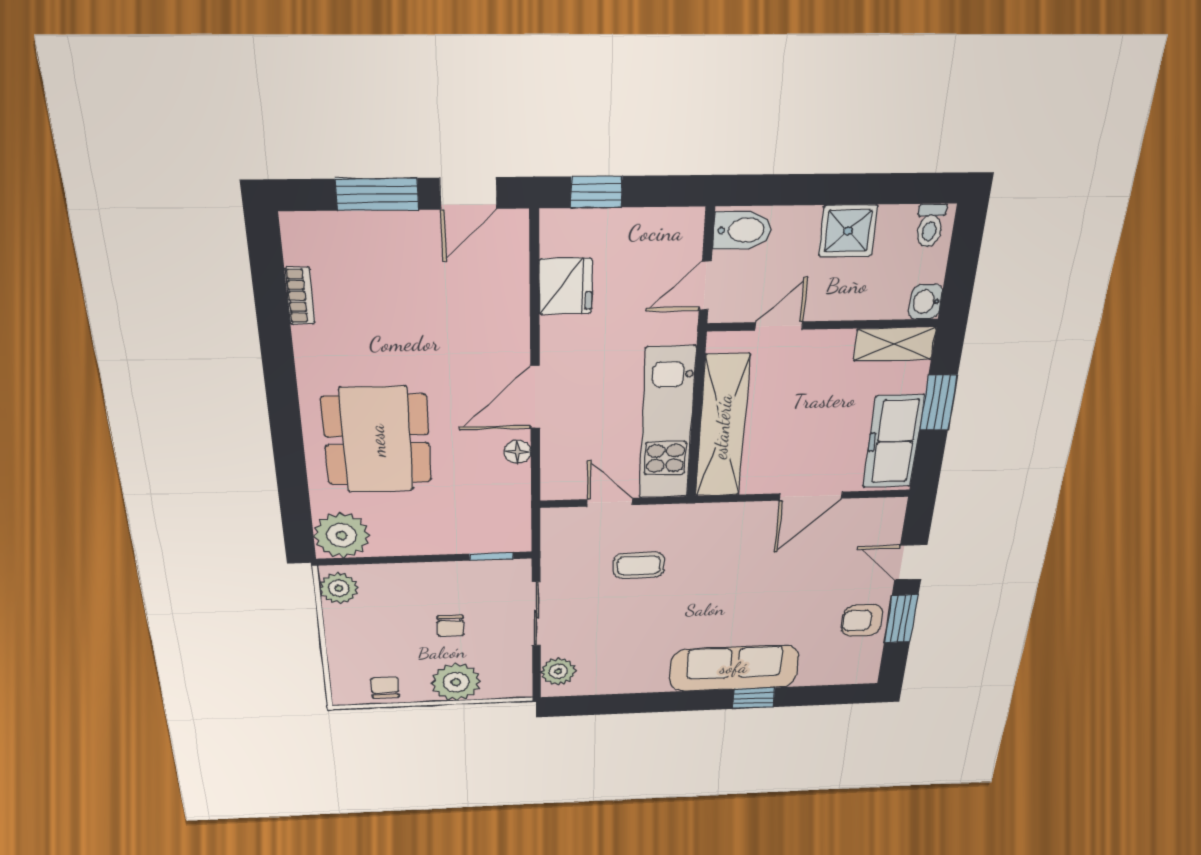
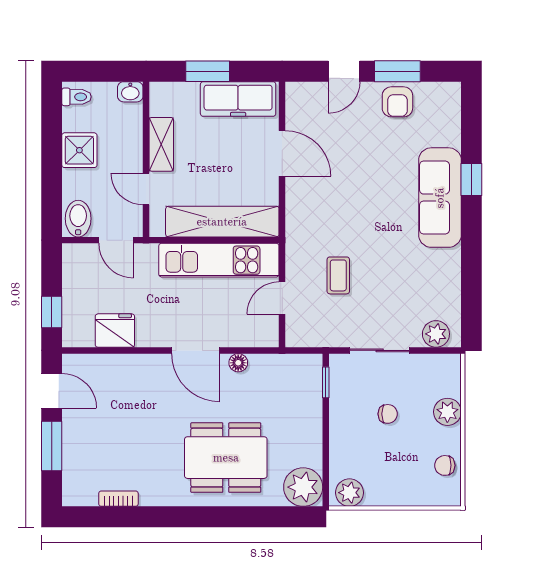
shelving: (895, 344) -> (161, 144), moved
plant: (456, 682) -> (447, 412), width x0.73, depth x0.73

